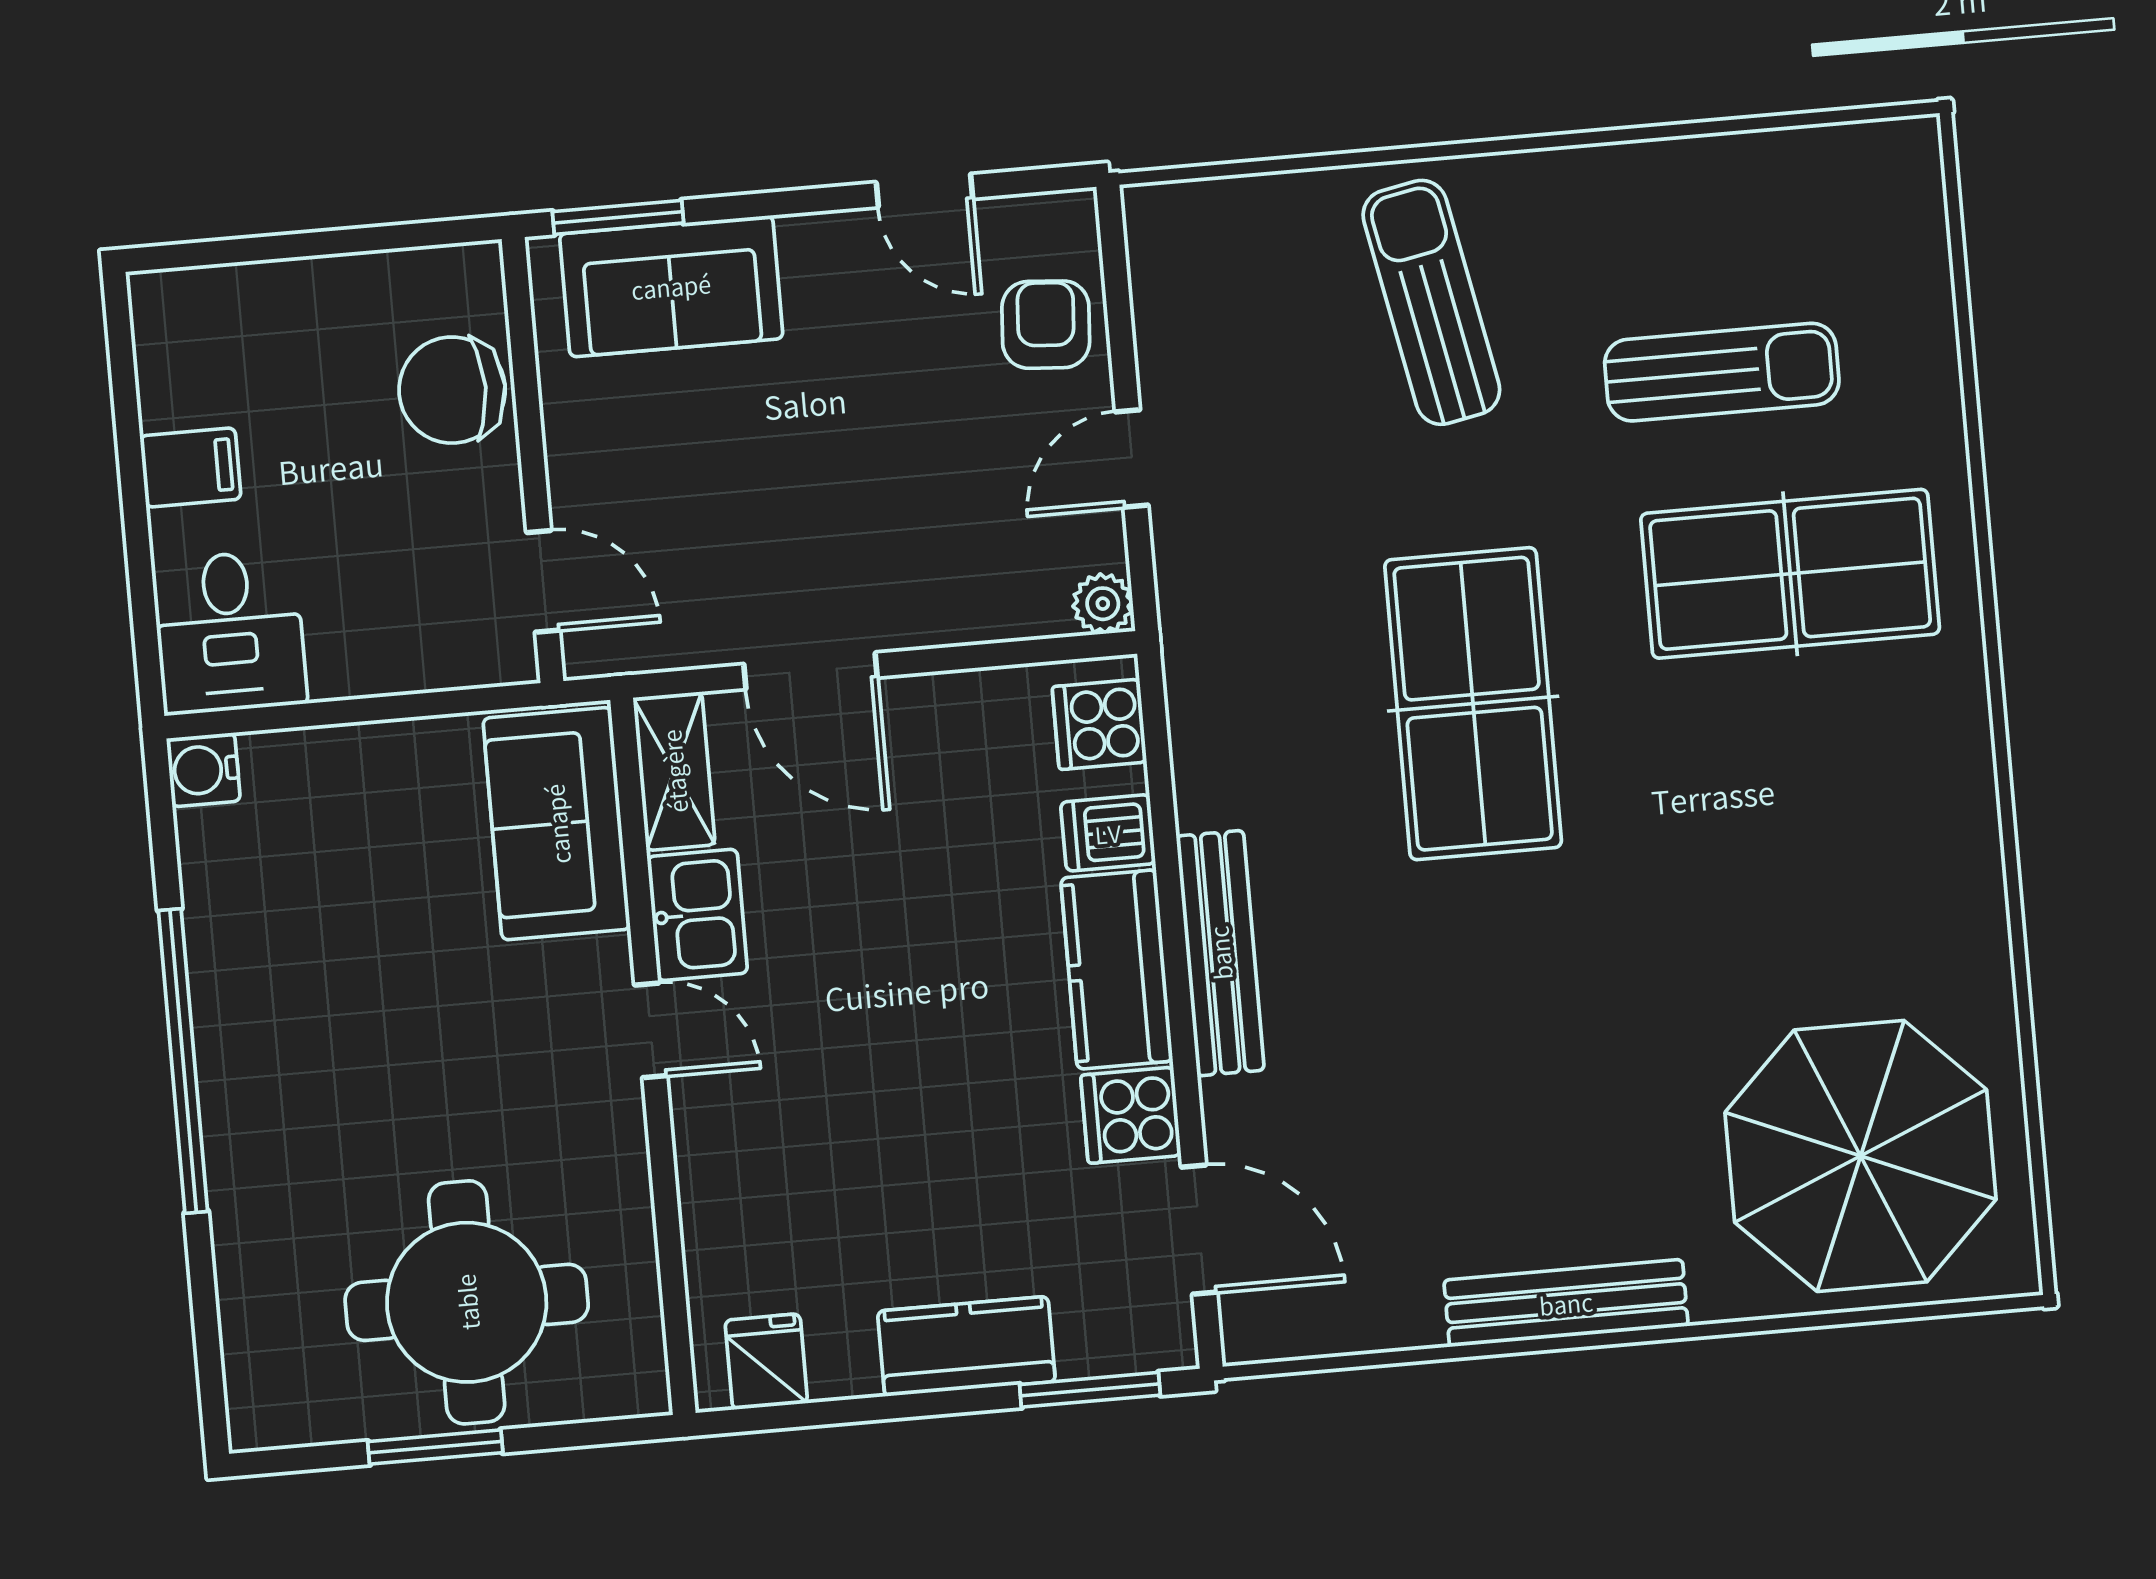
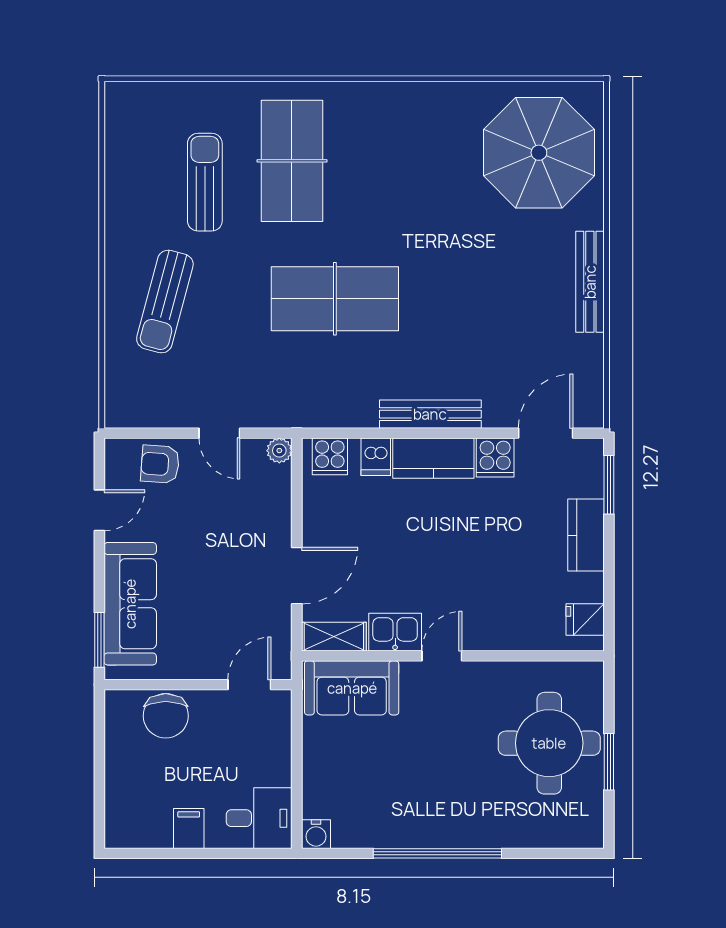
sofa: (671, 286) -> (130, 604), width x1.36
sun lounger: (1431, 302) -> (165, 302), turned -64

